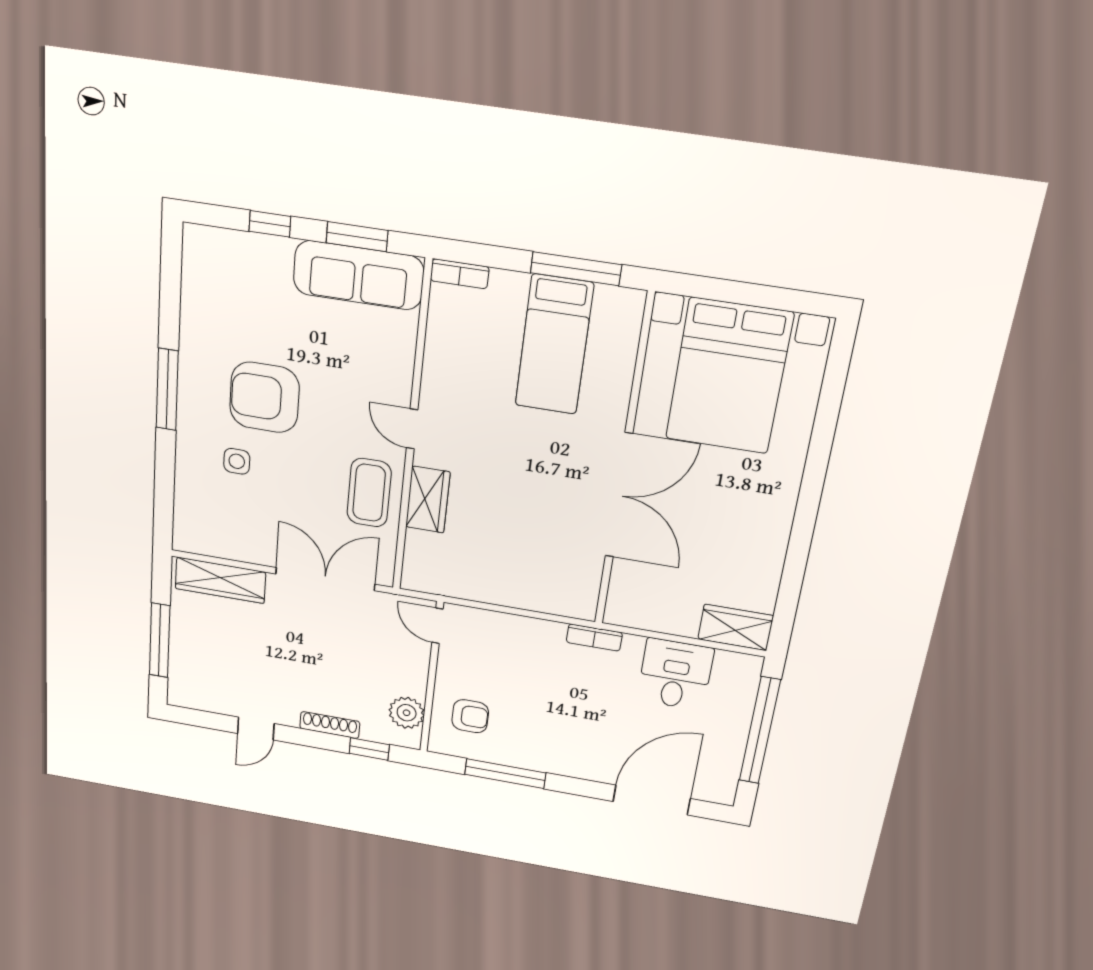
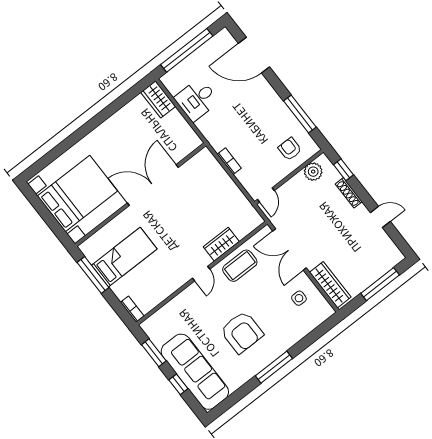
sofa: (358, 275) -> (195, 372), moved, width x1.36, depth x1.27
side table: (237, 461) -> (299, 298), moved
bookcase: (594, 637) -> (229, 161), moved

